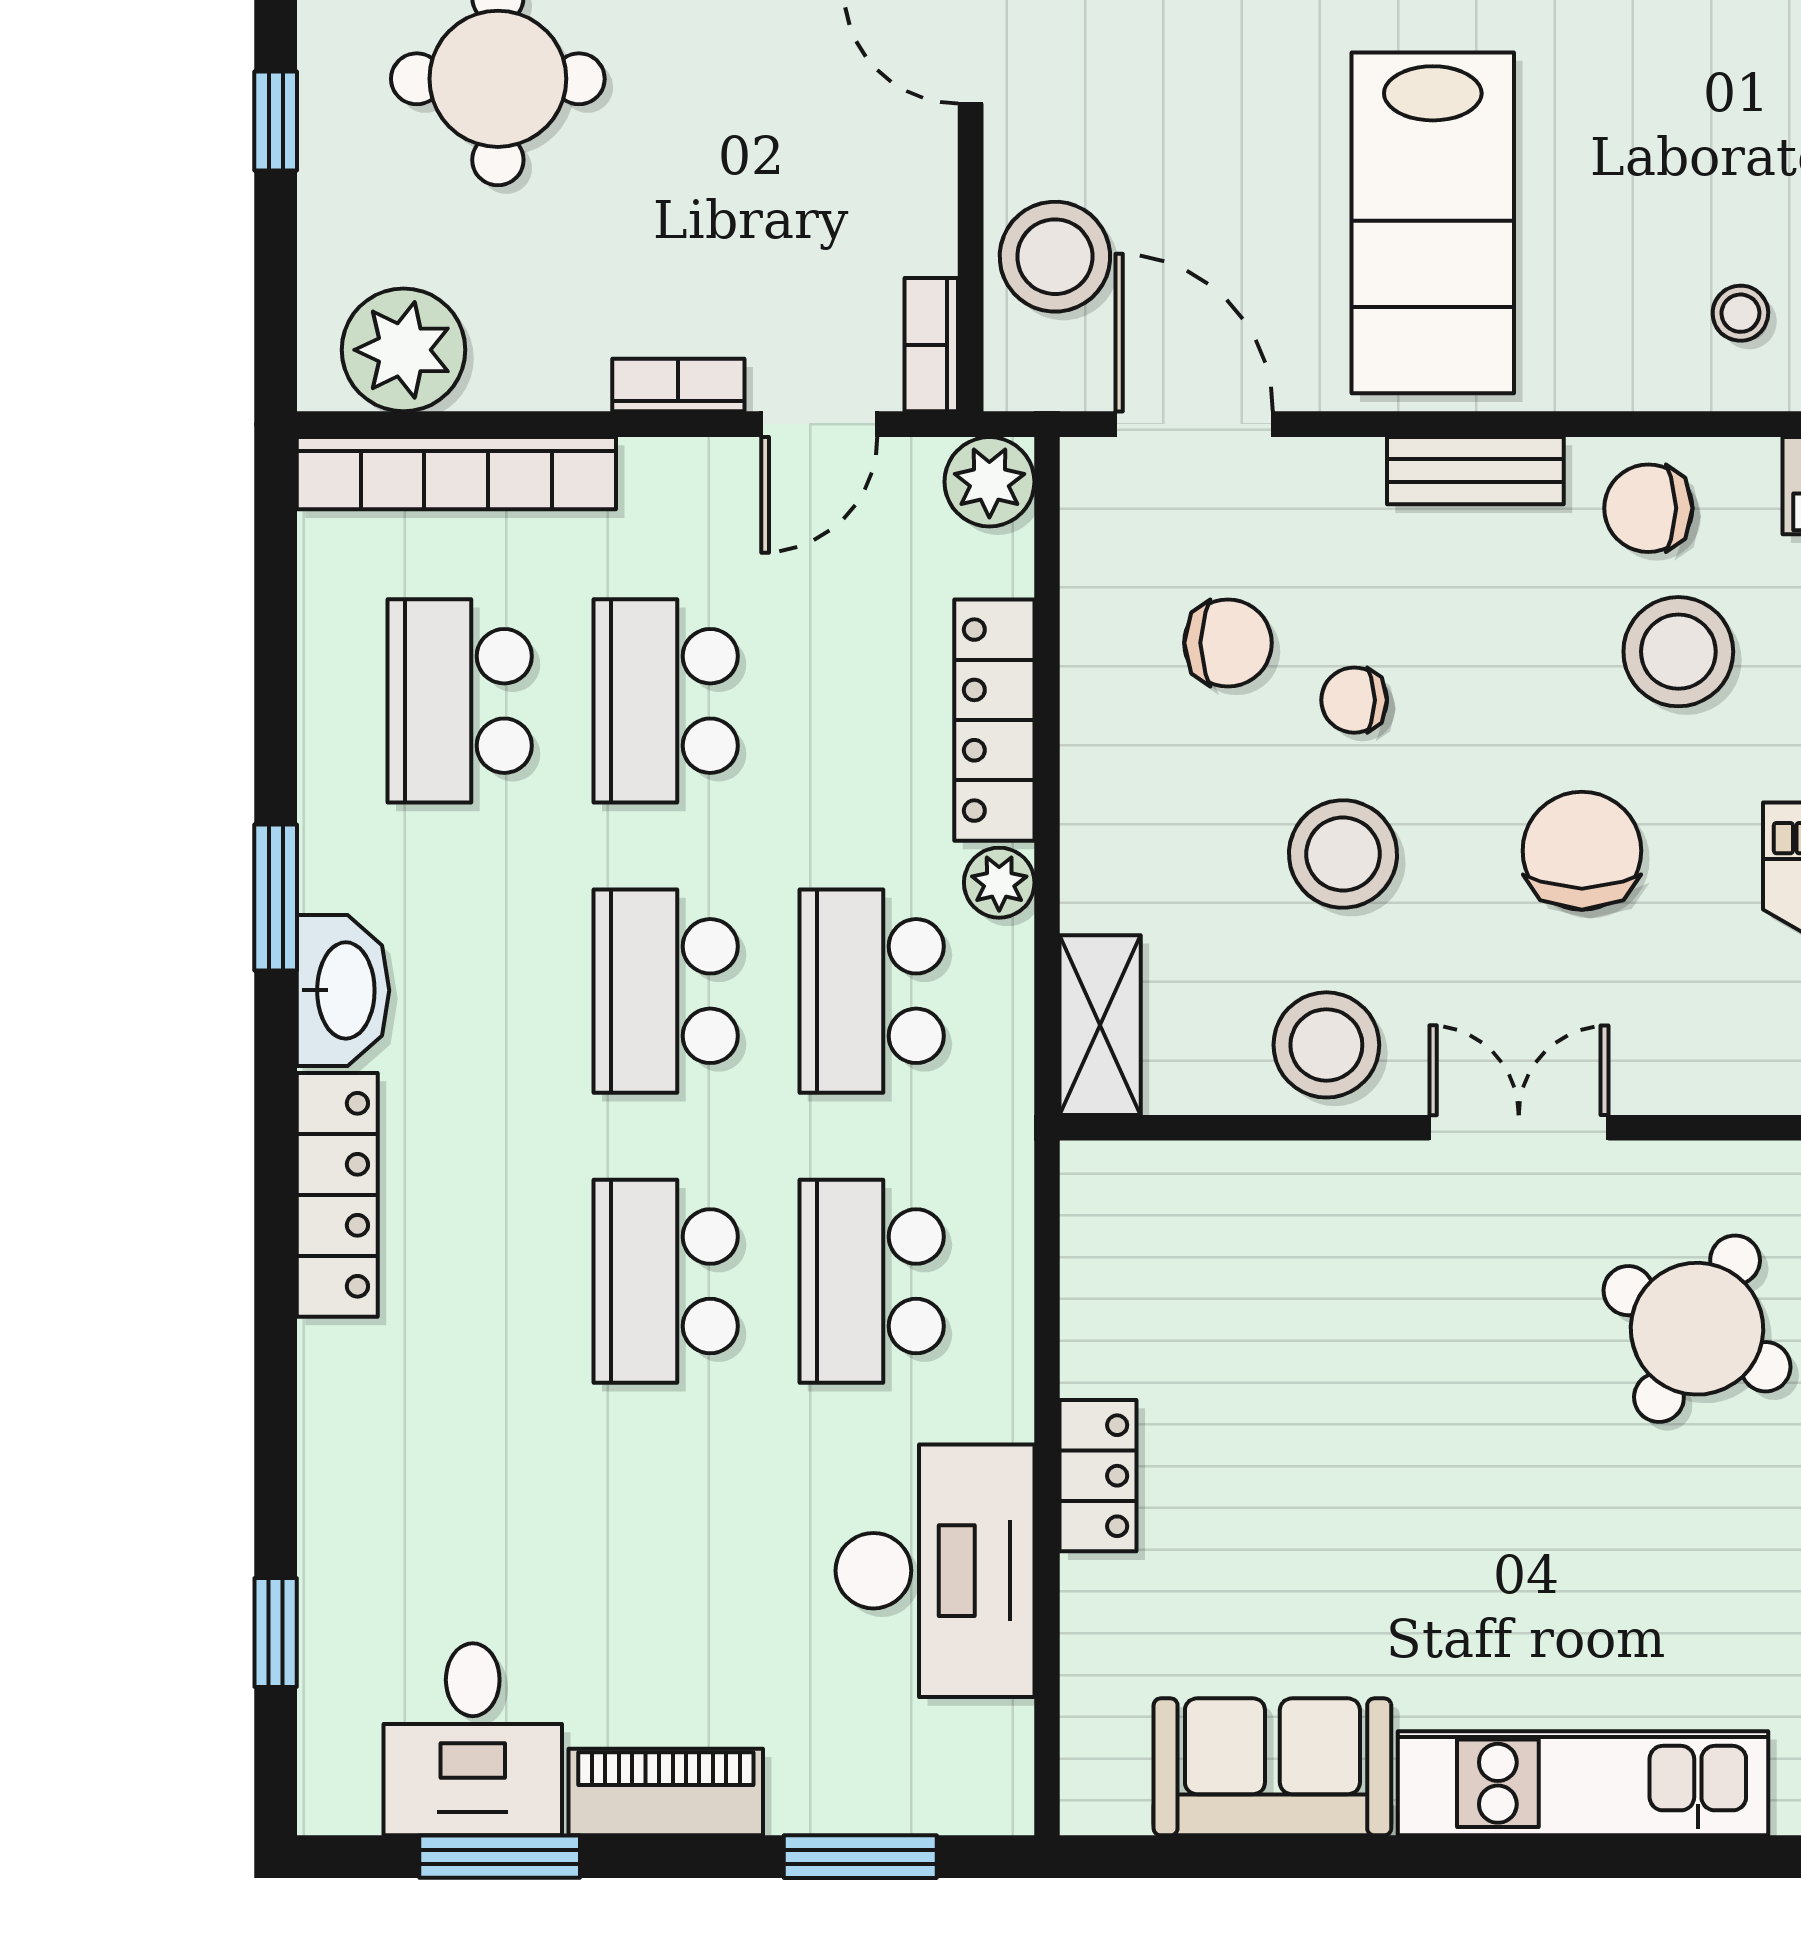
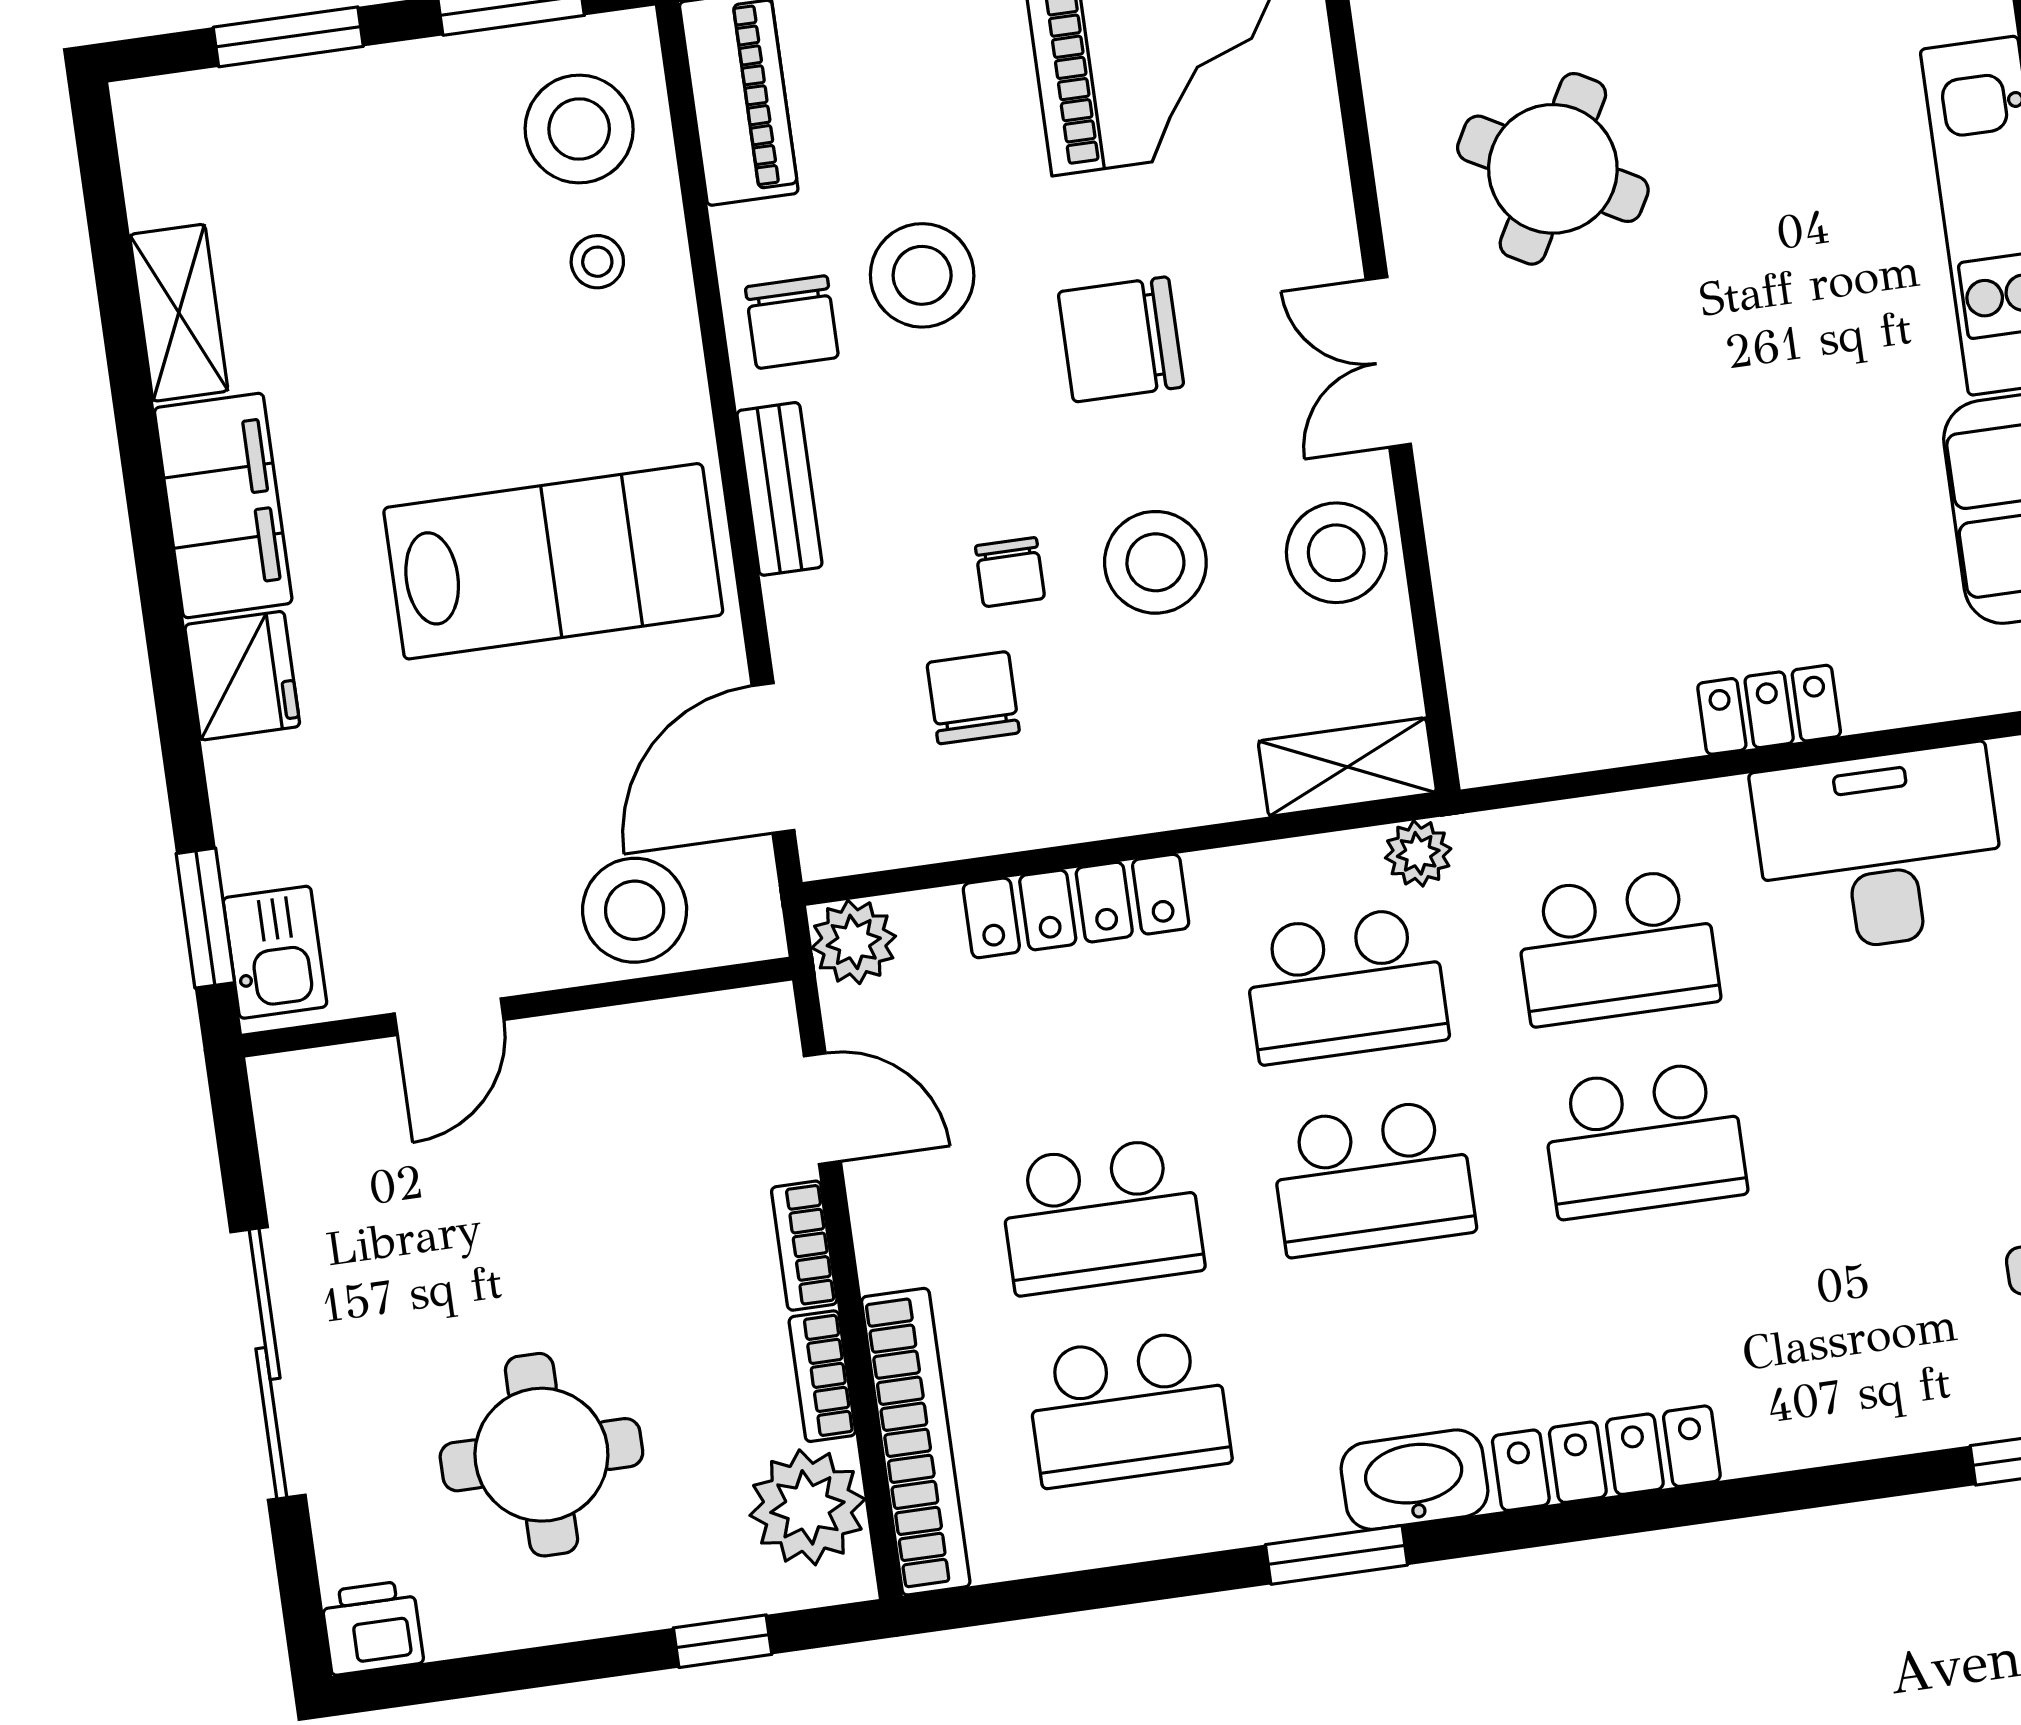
window: (276, 121) -> (723, 1641), moved
bookcase: (931, 345) -> (822, 1376), moved, turned 90
plant: (999, 883) -> (1418, 853), moved

